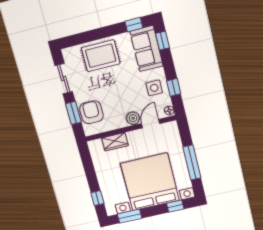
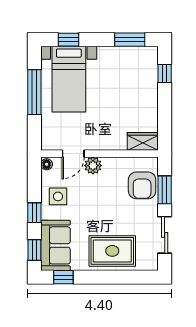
window: (174, 87) -> (34, 213), moved
wardrobe: (115, 142) -> (143, 141), moved
bed with nightstands: (150, 182) -> (69, 79), width x0.54

